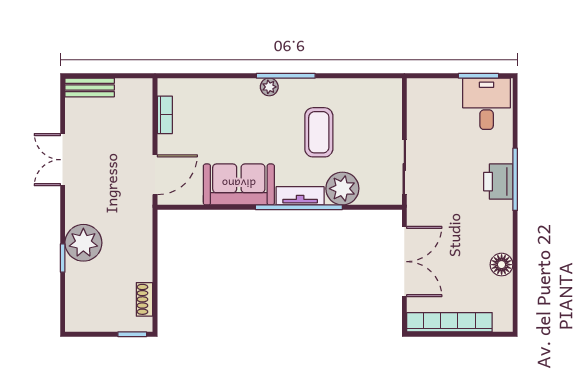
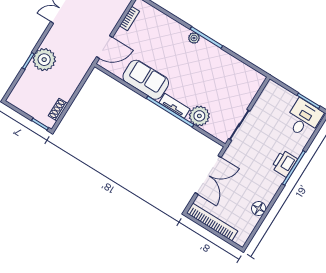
coffee table: (319, 132) -> (205, 78), removed

